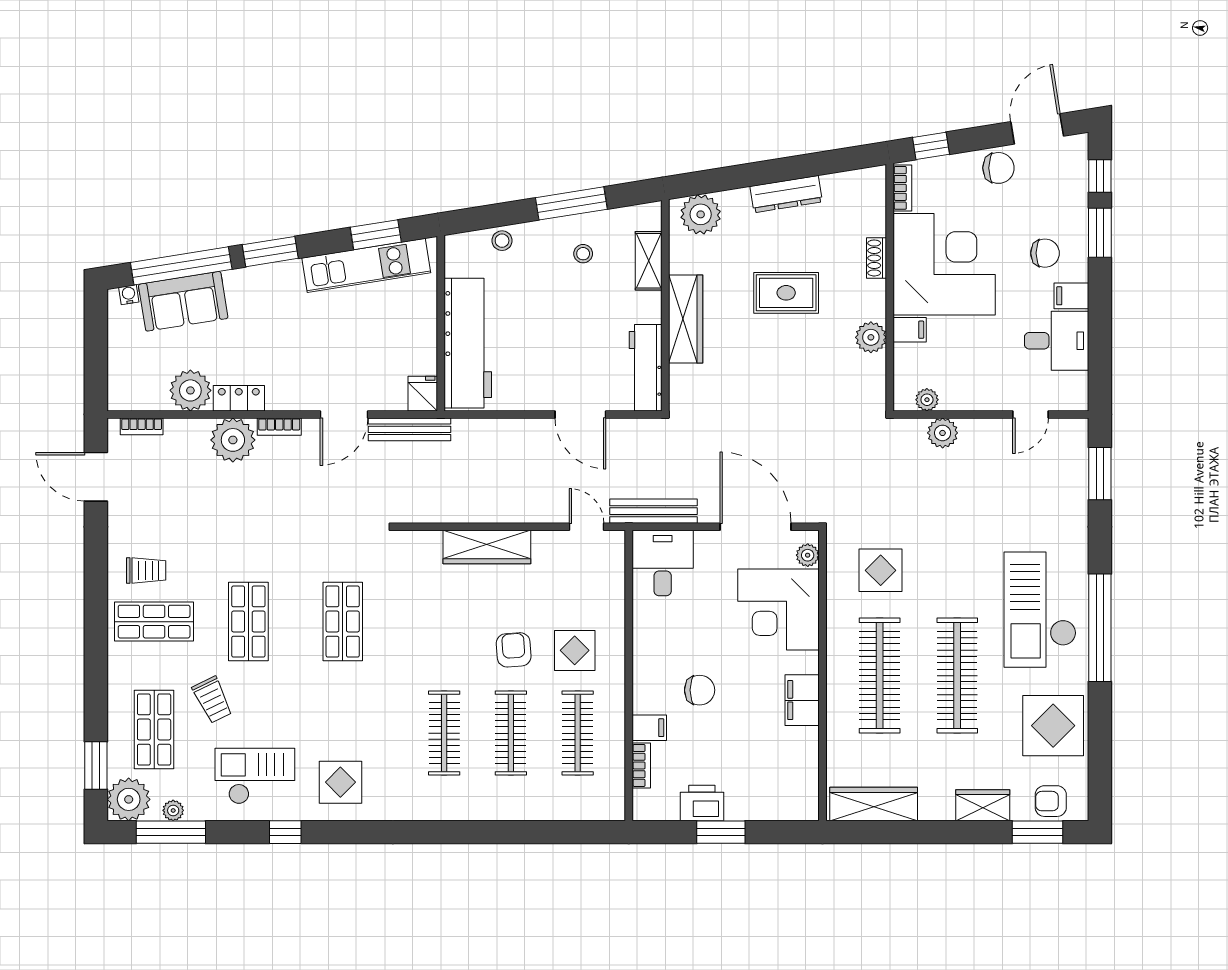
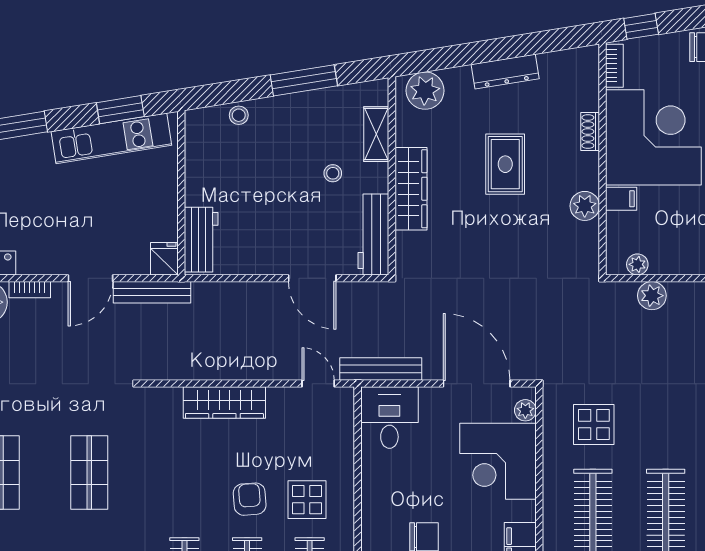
stool: (583, 254) -> (333, 173), moved
rug: (786, 293) -> (505, 164), turned 90
workbench: (468, 343) -> (201, 240), width x0.53, depth x0.76

